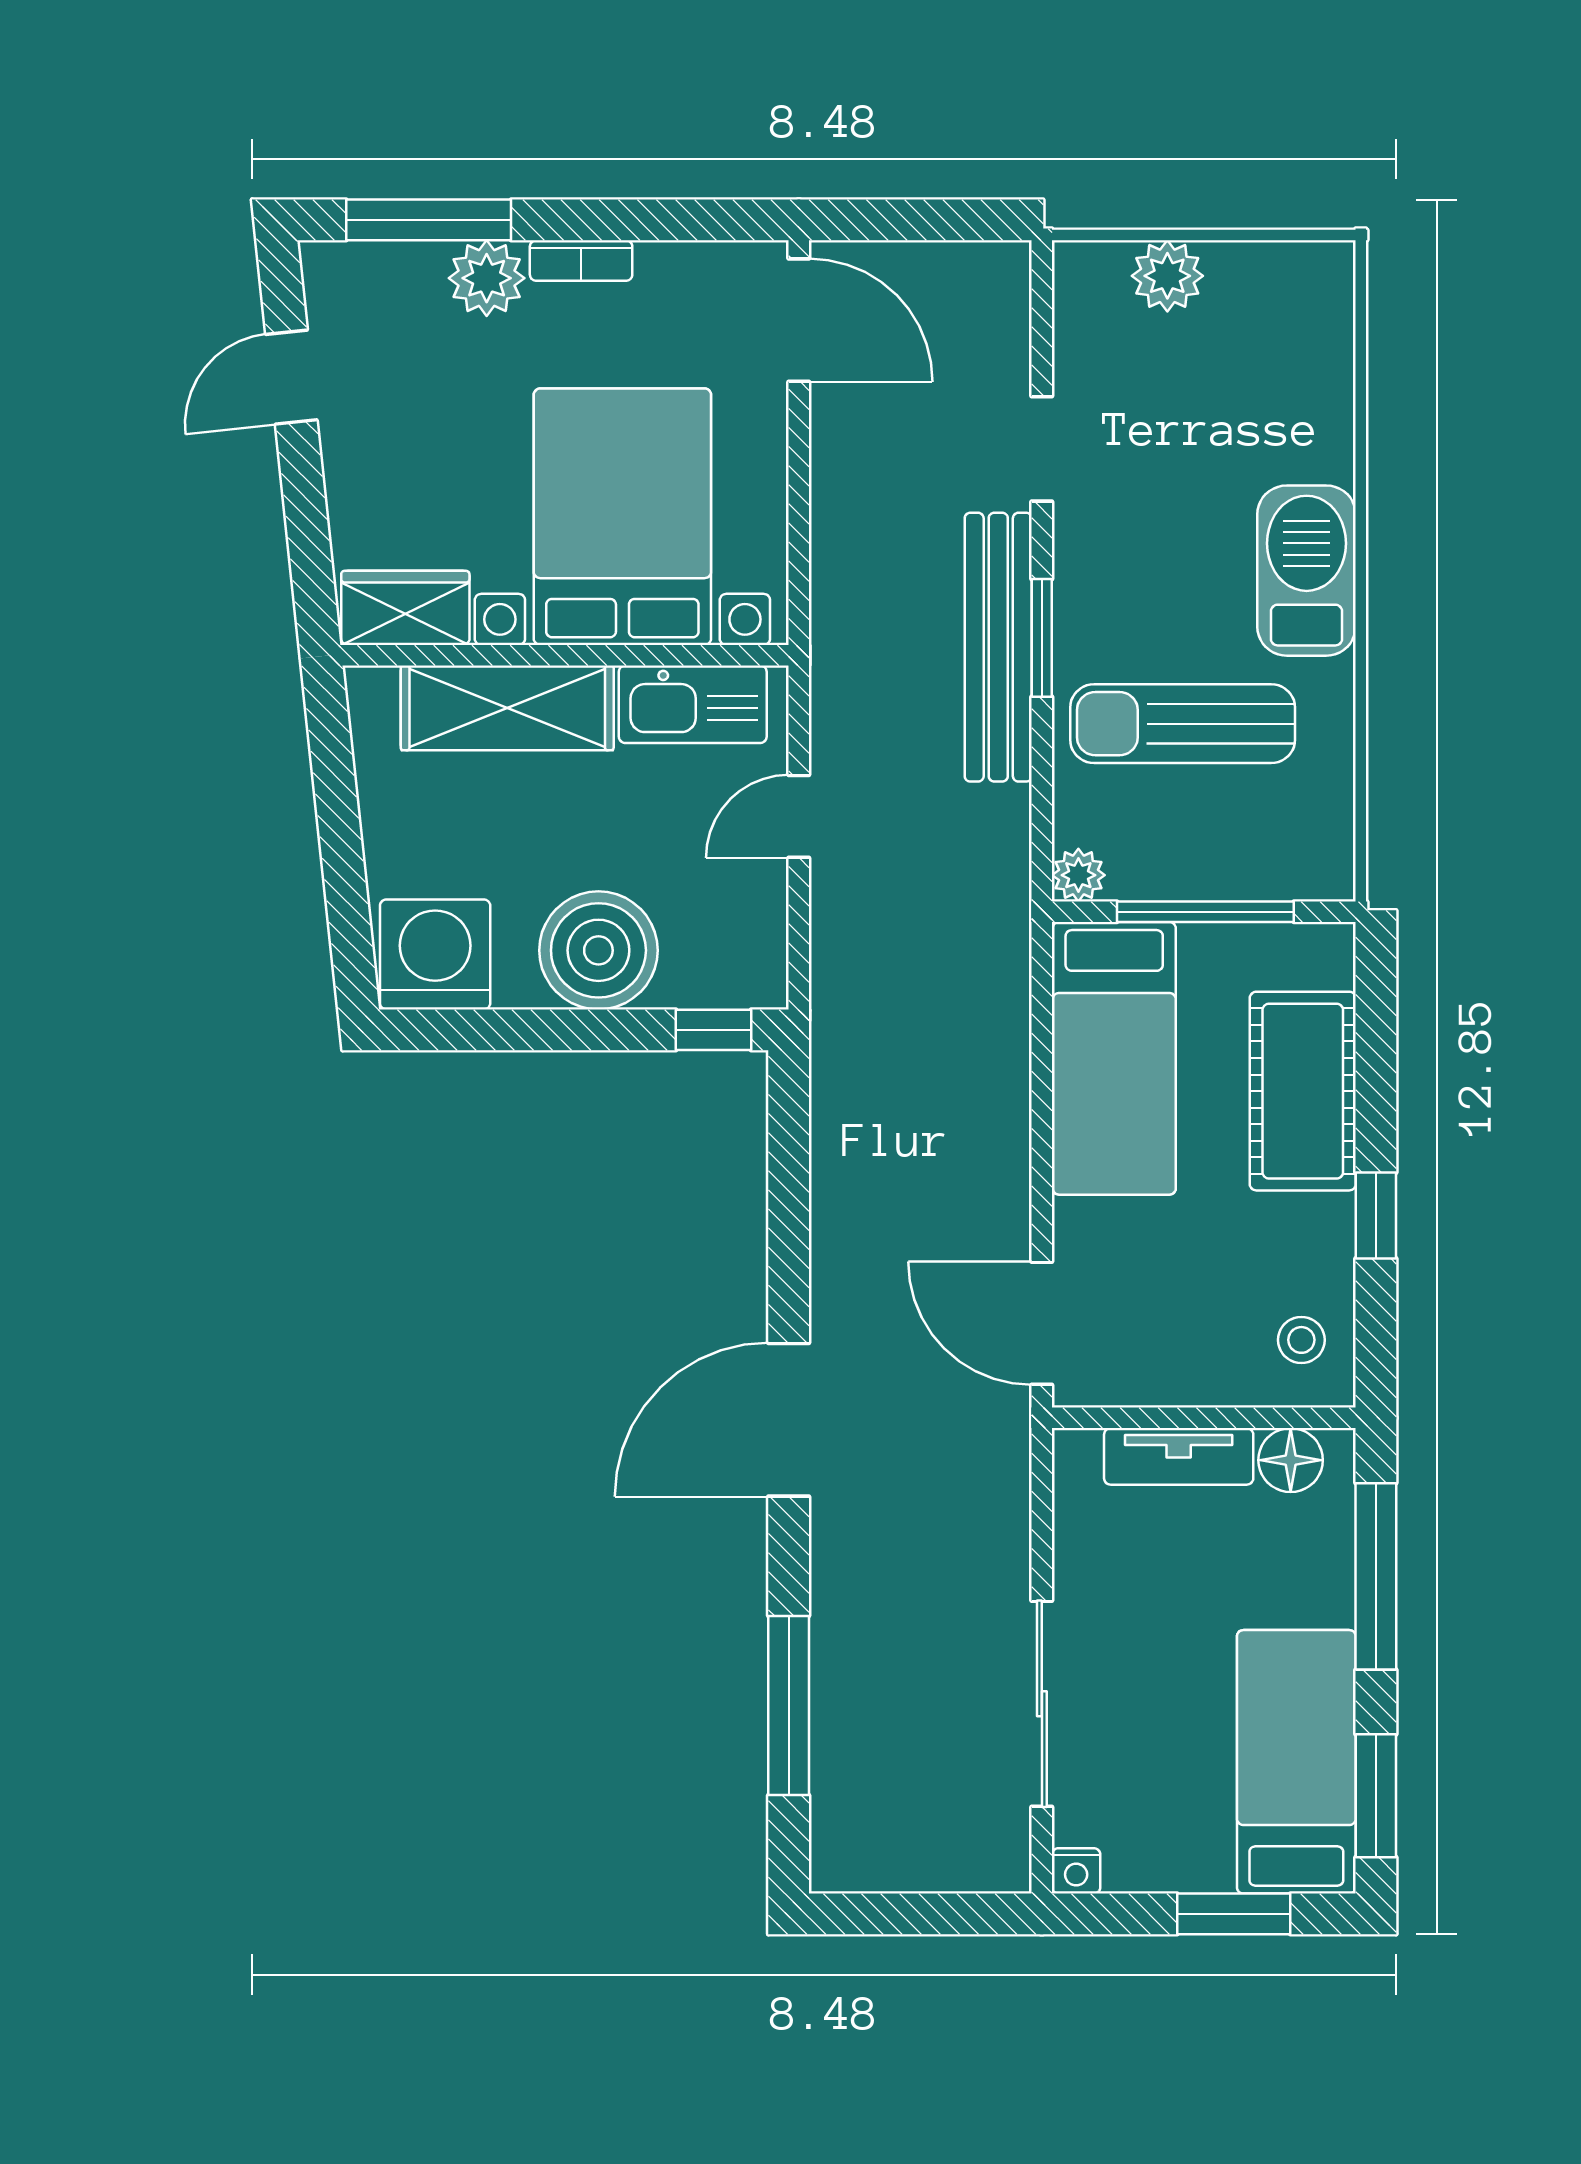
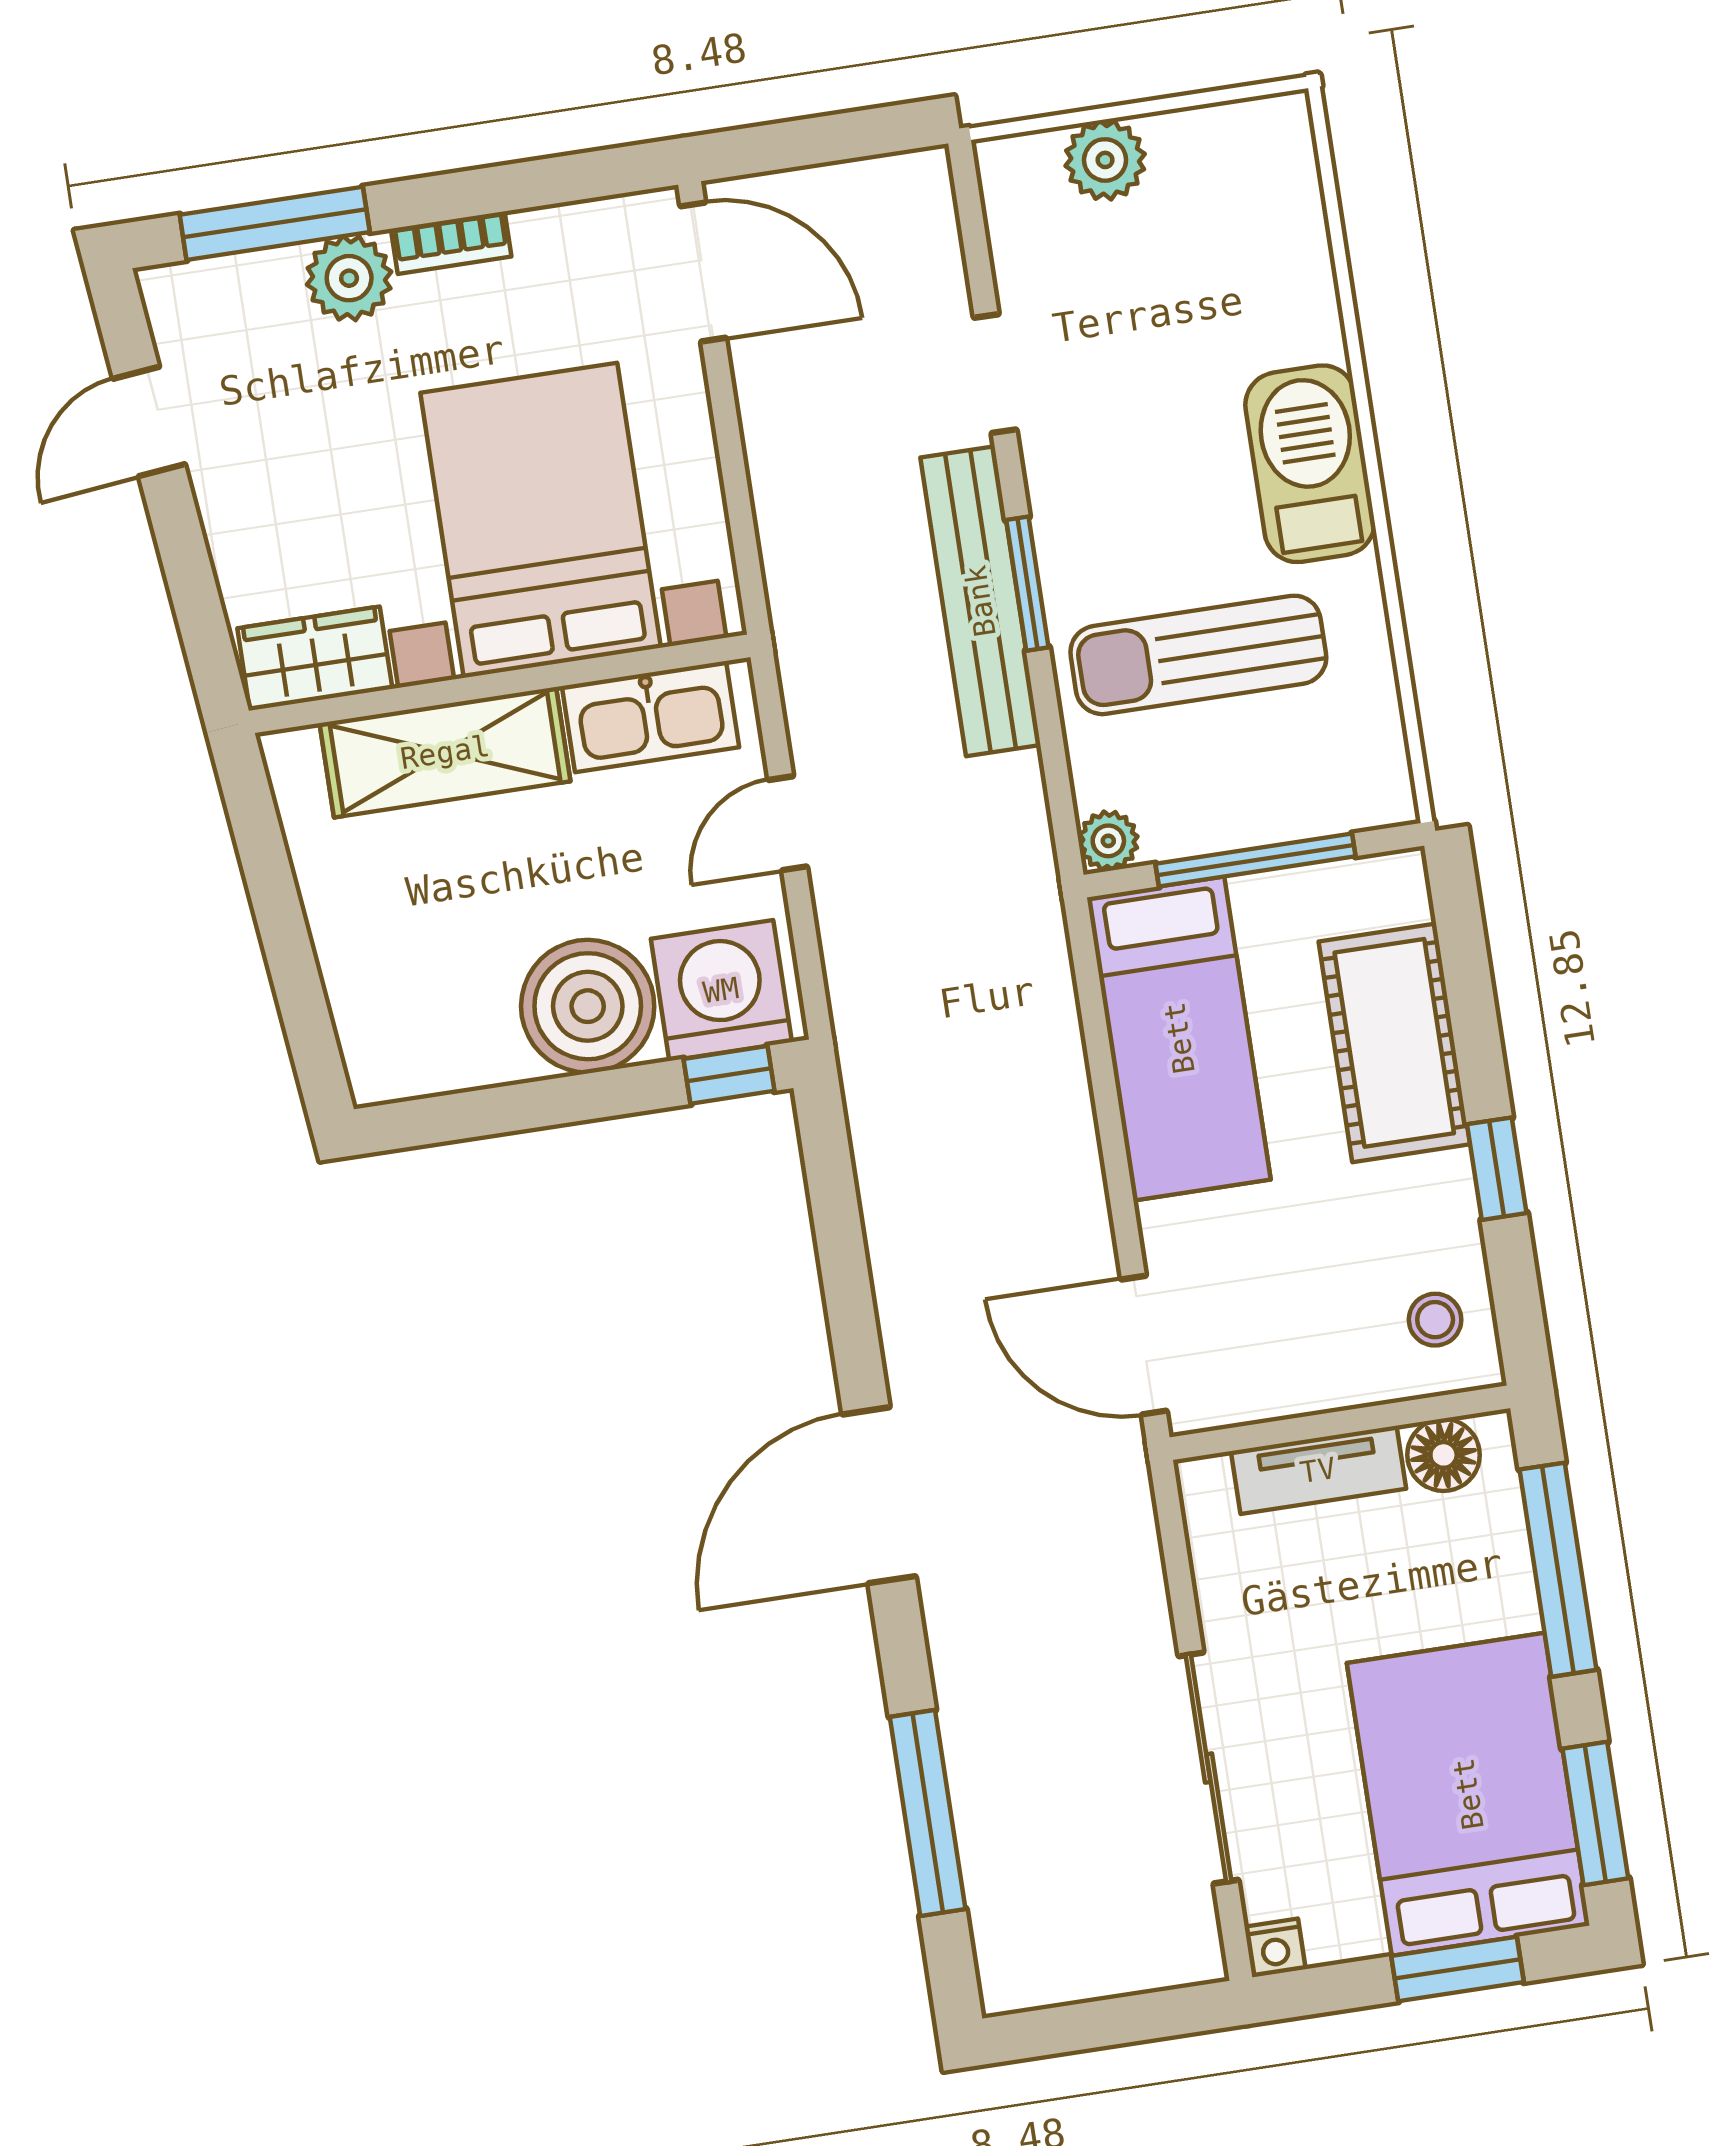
washing machine: (435, 954) -> (721, 990), moved
bed: (1296, 1762) -> (1468, 1794), width x1.50

